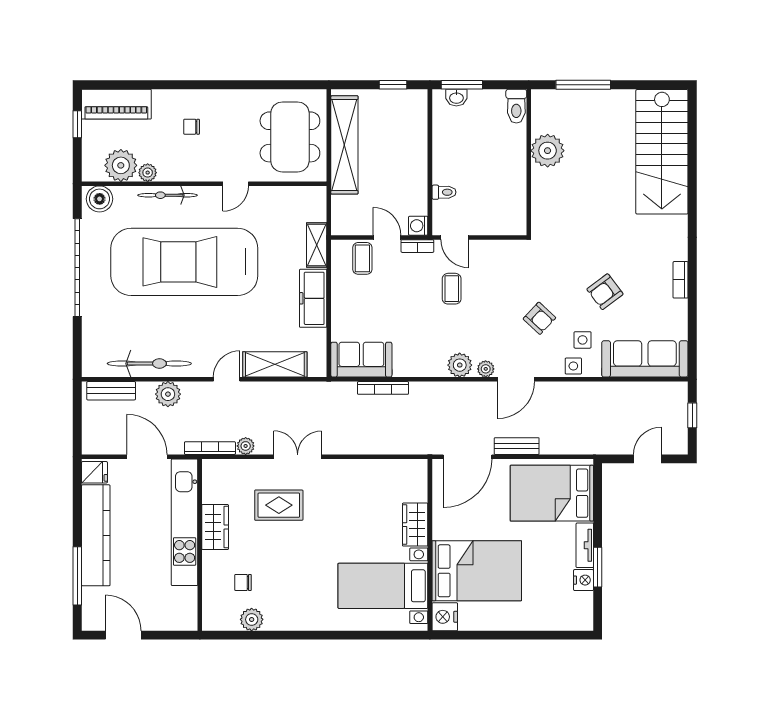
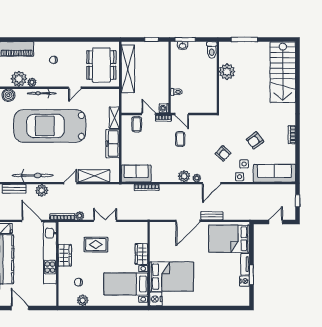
wardrobe: (415, 525) -> (141, 254), moved
wall: (430, 545) -> (149, 264), moved
bed: (477, 571) -> (171, 277), moved
bed with nightstands: (383, 586) -> (126, 284), moved
nightstand: (445, 617) -> (156, 299), moved

